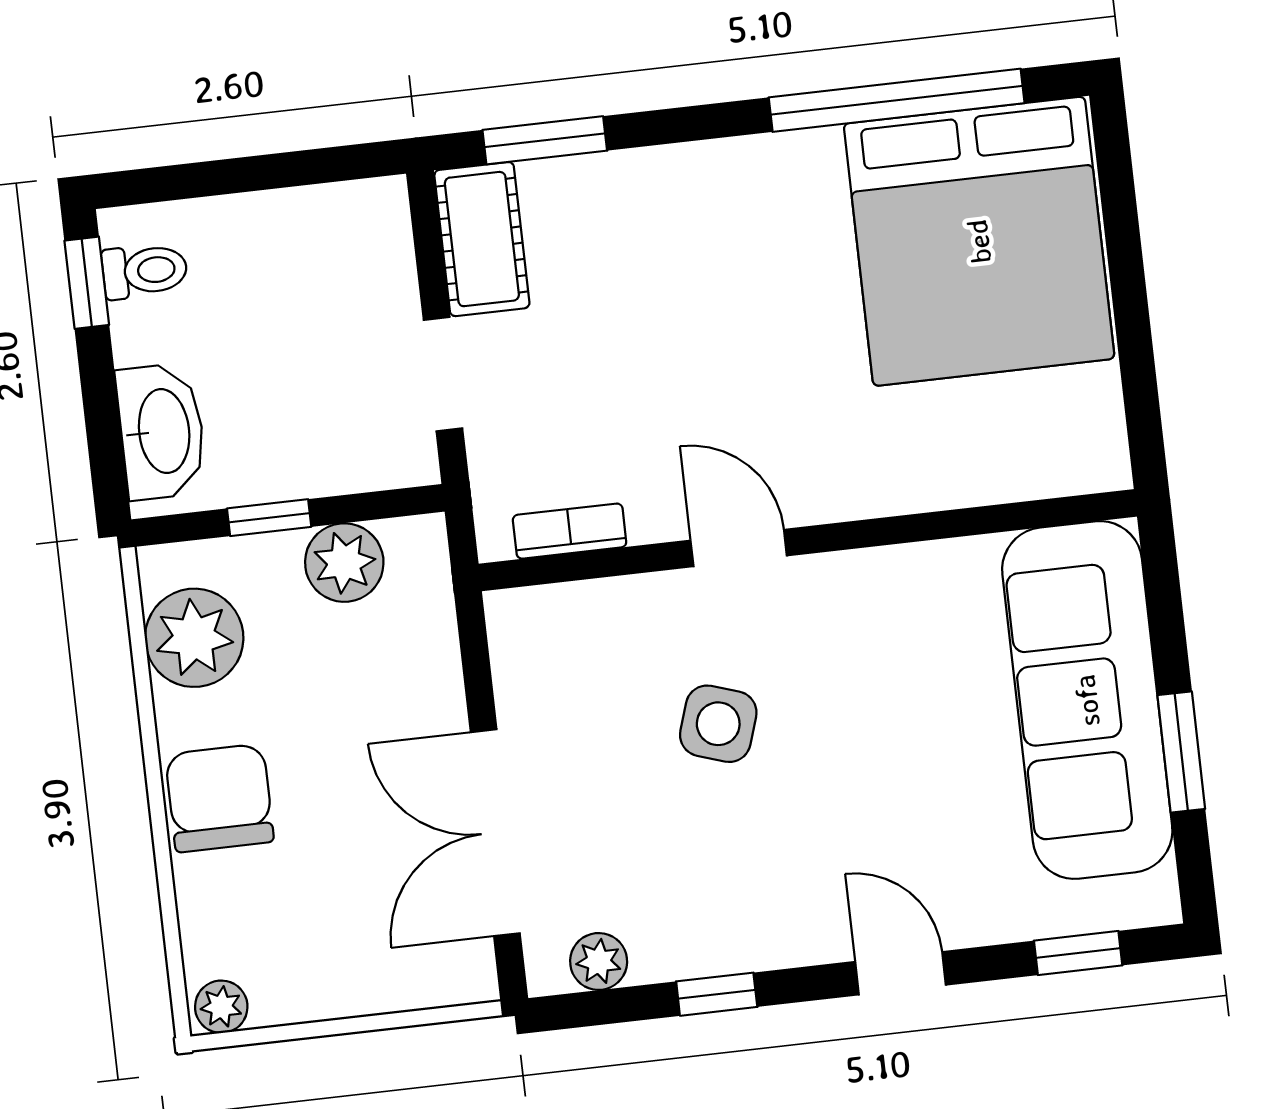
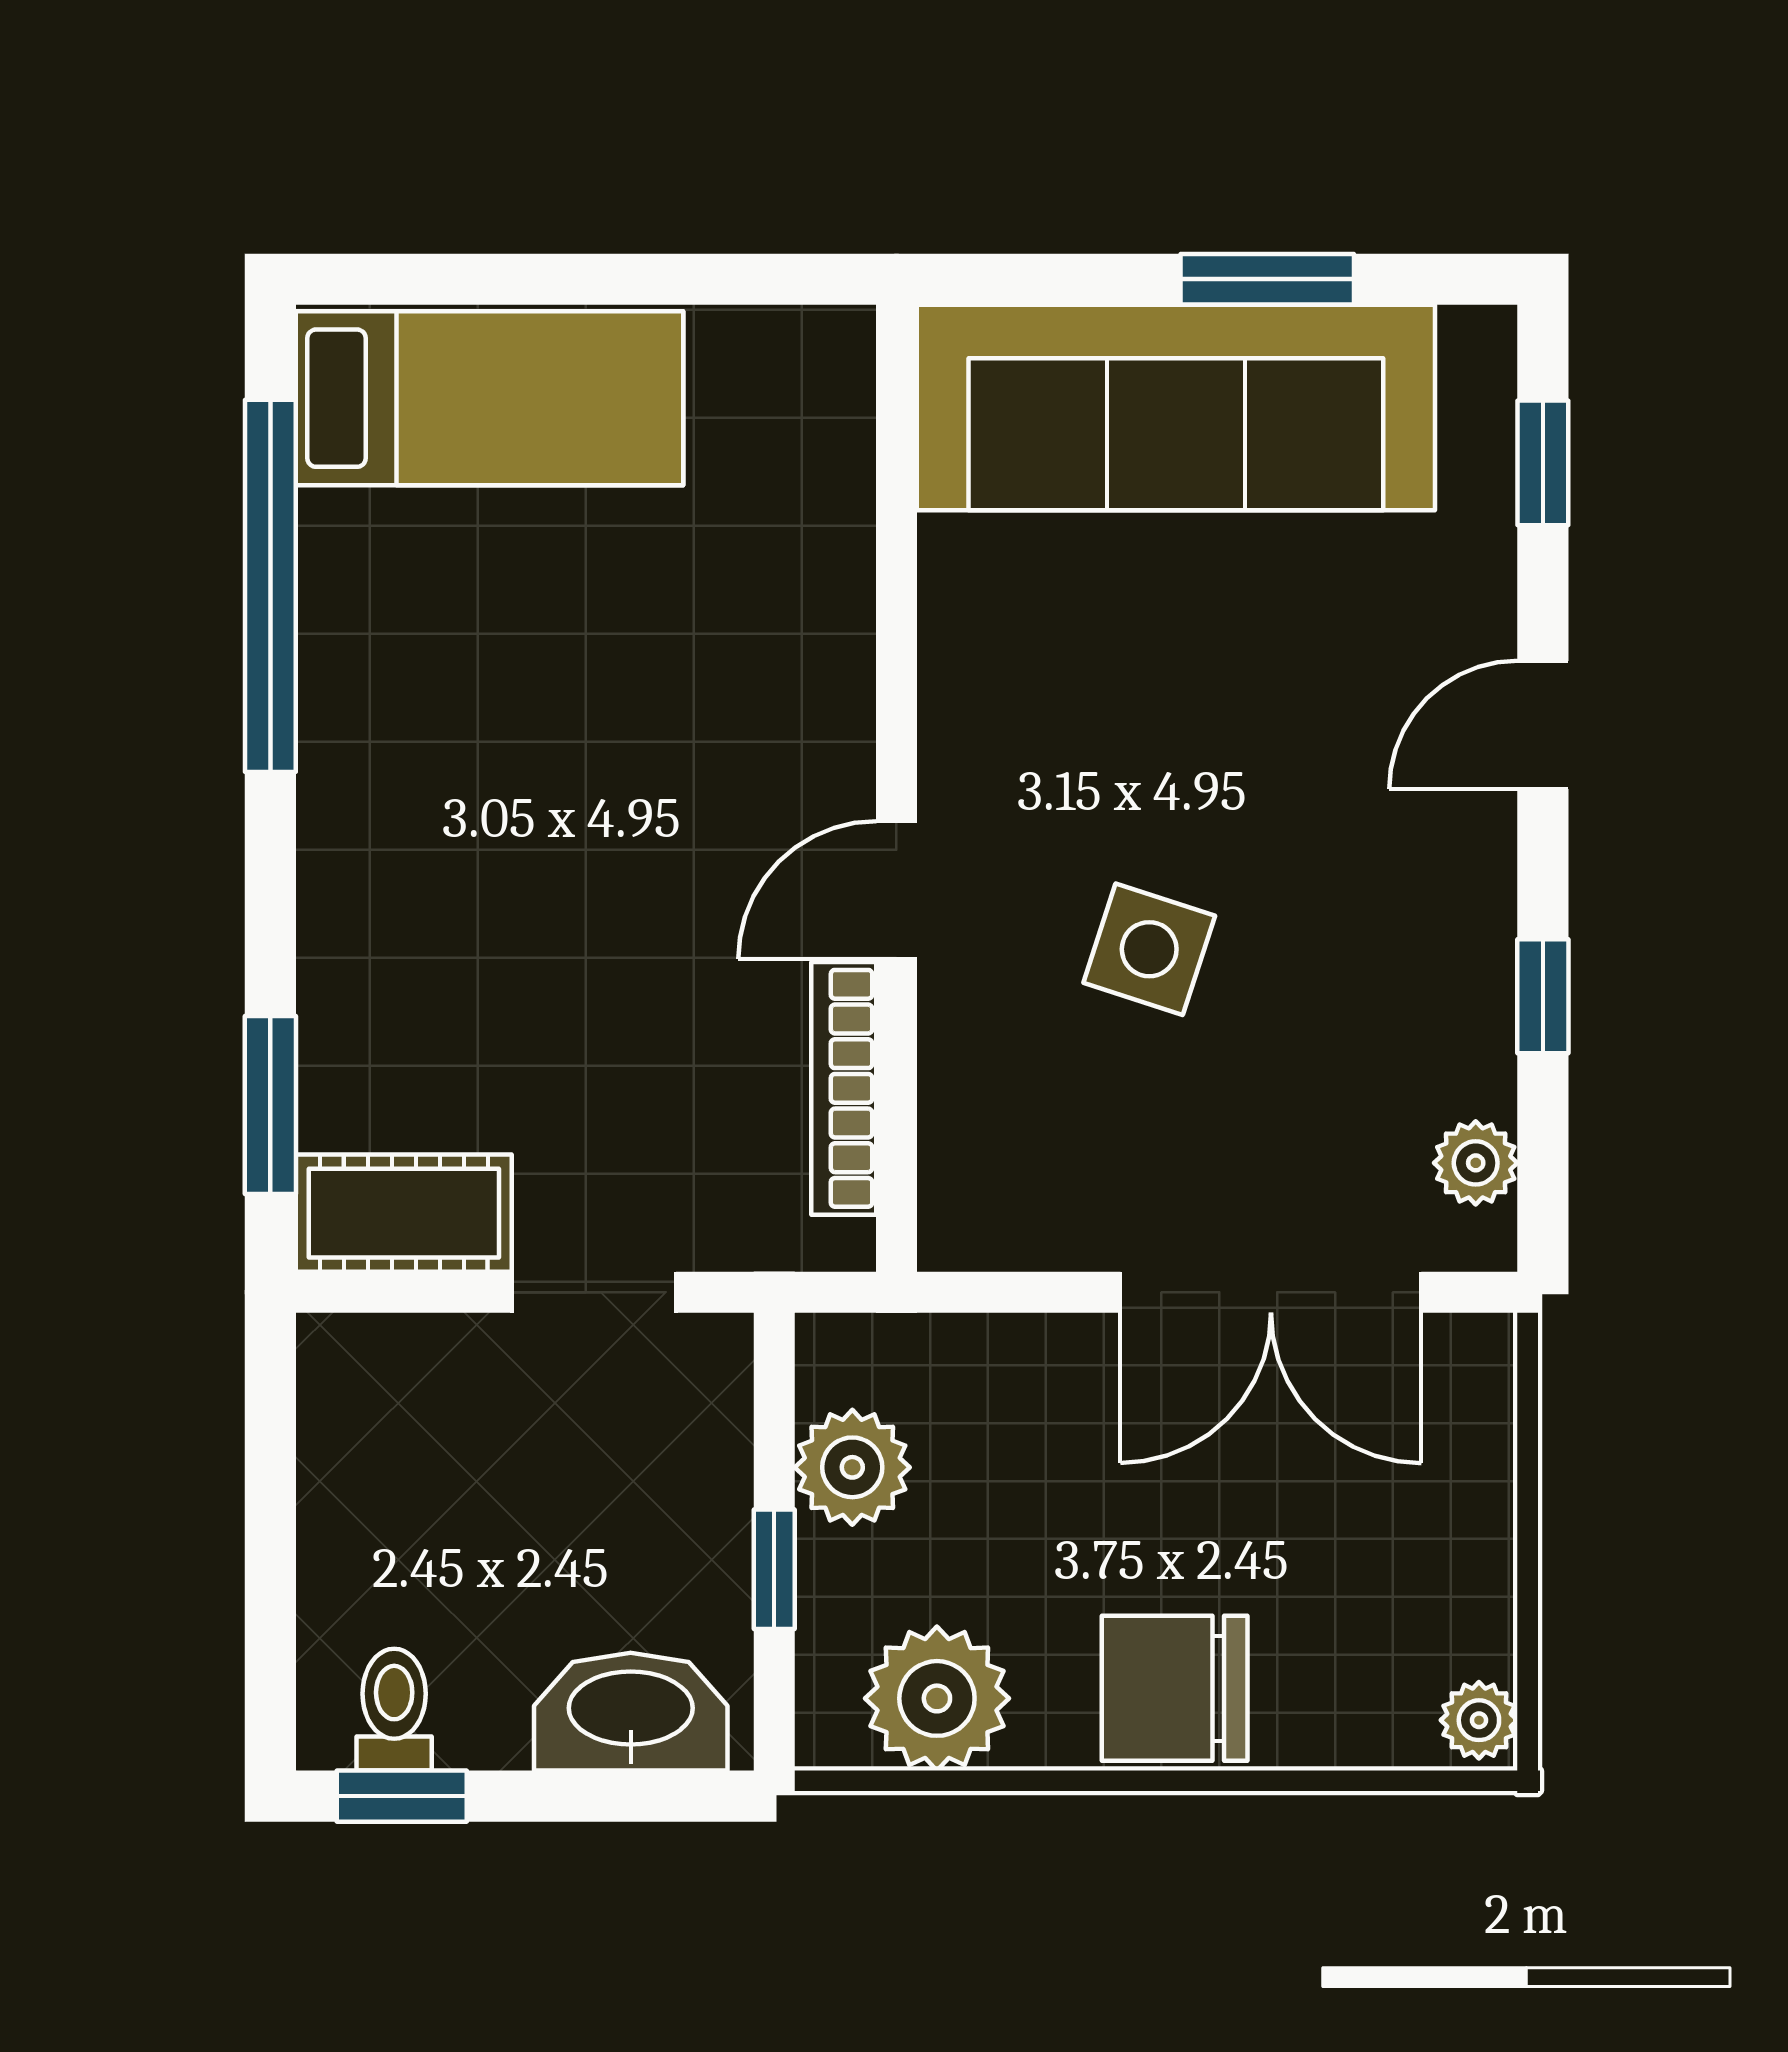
bed: (979, 241) -> (489, 398), width x0.49
bookcase: (570, 531) -> (844, 1088), width x1.56

